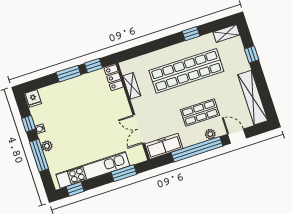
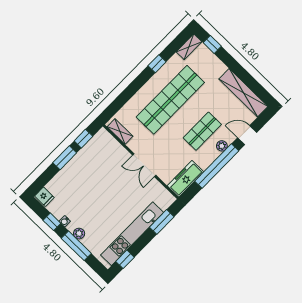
window: (252, 54) -> (212, 44), moved
locker: (114, 78) -> (107, 140), removed
shelving: (132, 86) -> (120, 132), moved
double door: (139, 129) -> (144, 165), moved

